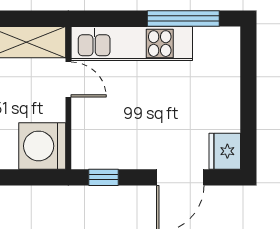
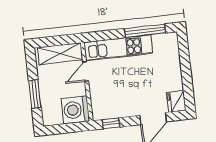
door: (68, 80) -> (86, 72), swing flipped

